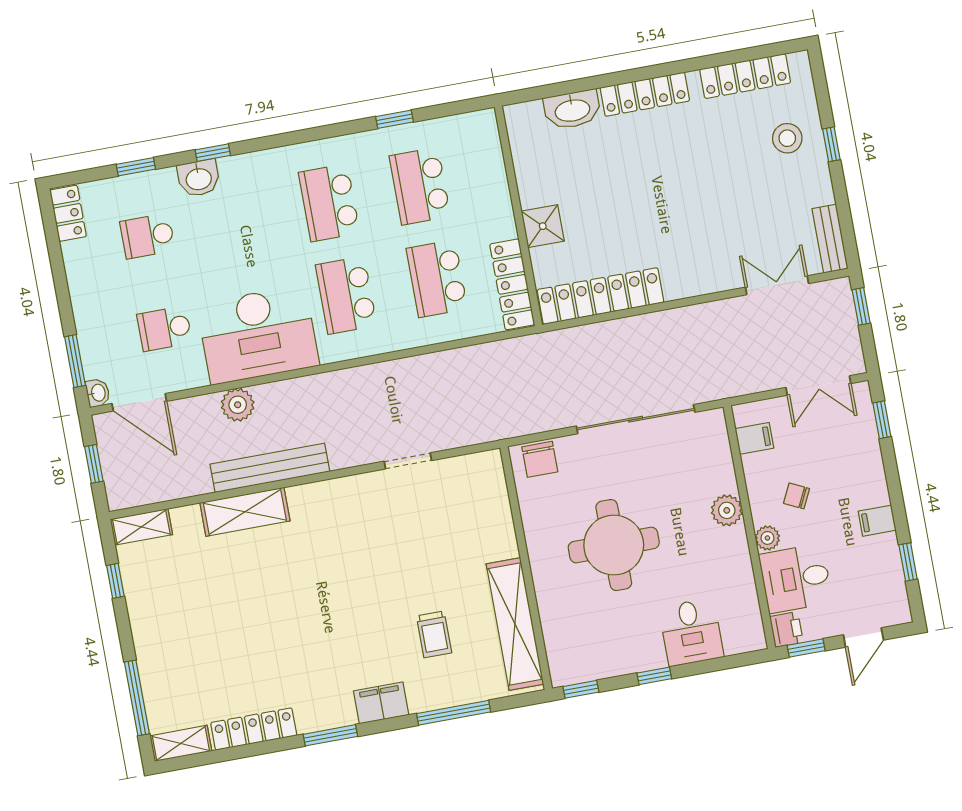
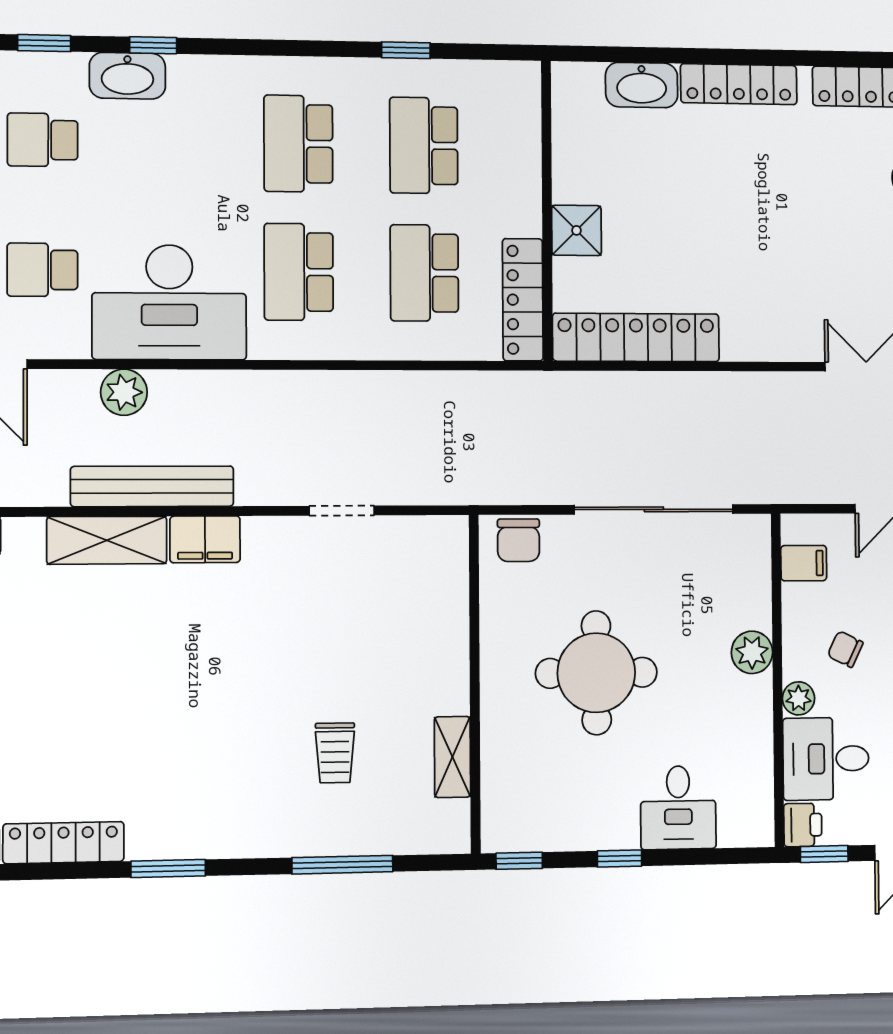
washbasin: (199, 178) -> (127, 76), width x1.38
shelving: (515, 624) -> (452, 757), width x0.45, depth x0.75
filing cabinet: (381, 703) -> (205, 539), moved, turned 180

